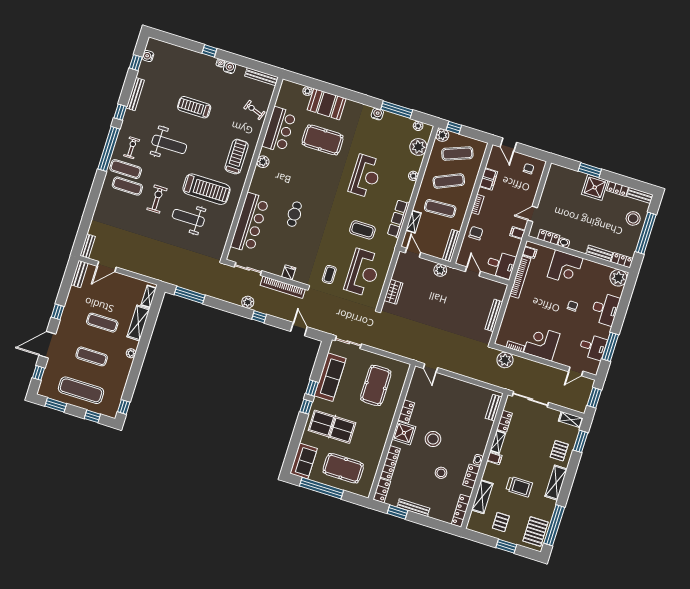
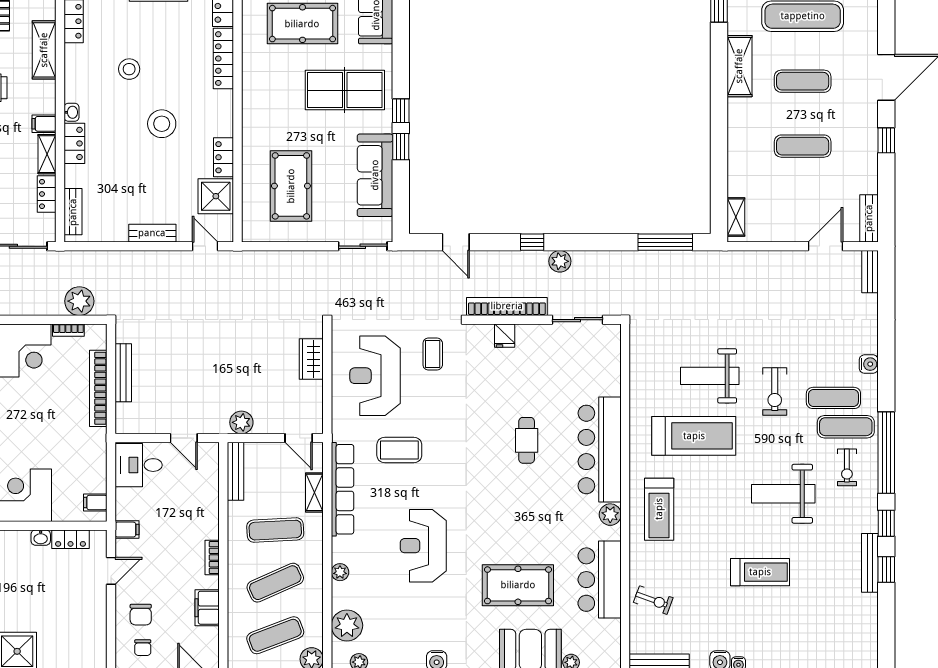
water cooler: (148, 56) -> (869, 364), moved
window: (136, 63) -> (886, 569), moved
treadmill: (206, 189) -> (694, 436), turned 180
weight bench: (188, 218) -> (710, 376), turned 180
row of seats: (398, 219) -> (342, 489), width x1.36
bar counter: (250, 223) -> (600, 449), moved
chair: (476, 233) -> (141, 615), moved
bookcase: (520, 277) -> (98, 388), moved
shelving: (138, 323) -> (739, 66), moved
plant: (131, 353) -> (736, 108), removed
window: (39, 373) -> (886, 23), removed
bench: (456, 383) -> (152, 233), added
shower: (404, 433) -> (216, 196), moved
locker: (471, 476) -> (74, 143), moved

